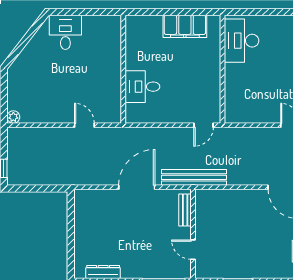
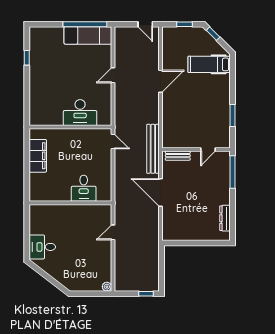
desk: (242, 41) -> (80, 113), moved

